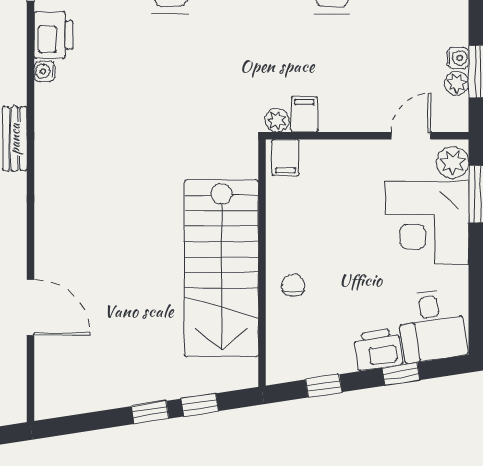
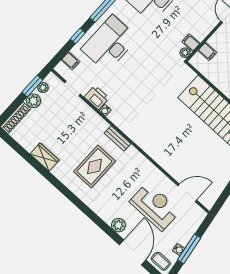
filing cabinet: (285, 158) -> (207, 51), moved
door: (31, 307) -> (187, 193), moved

